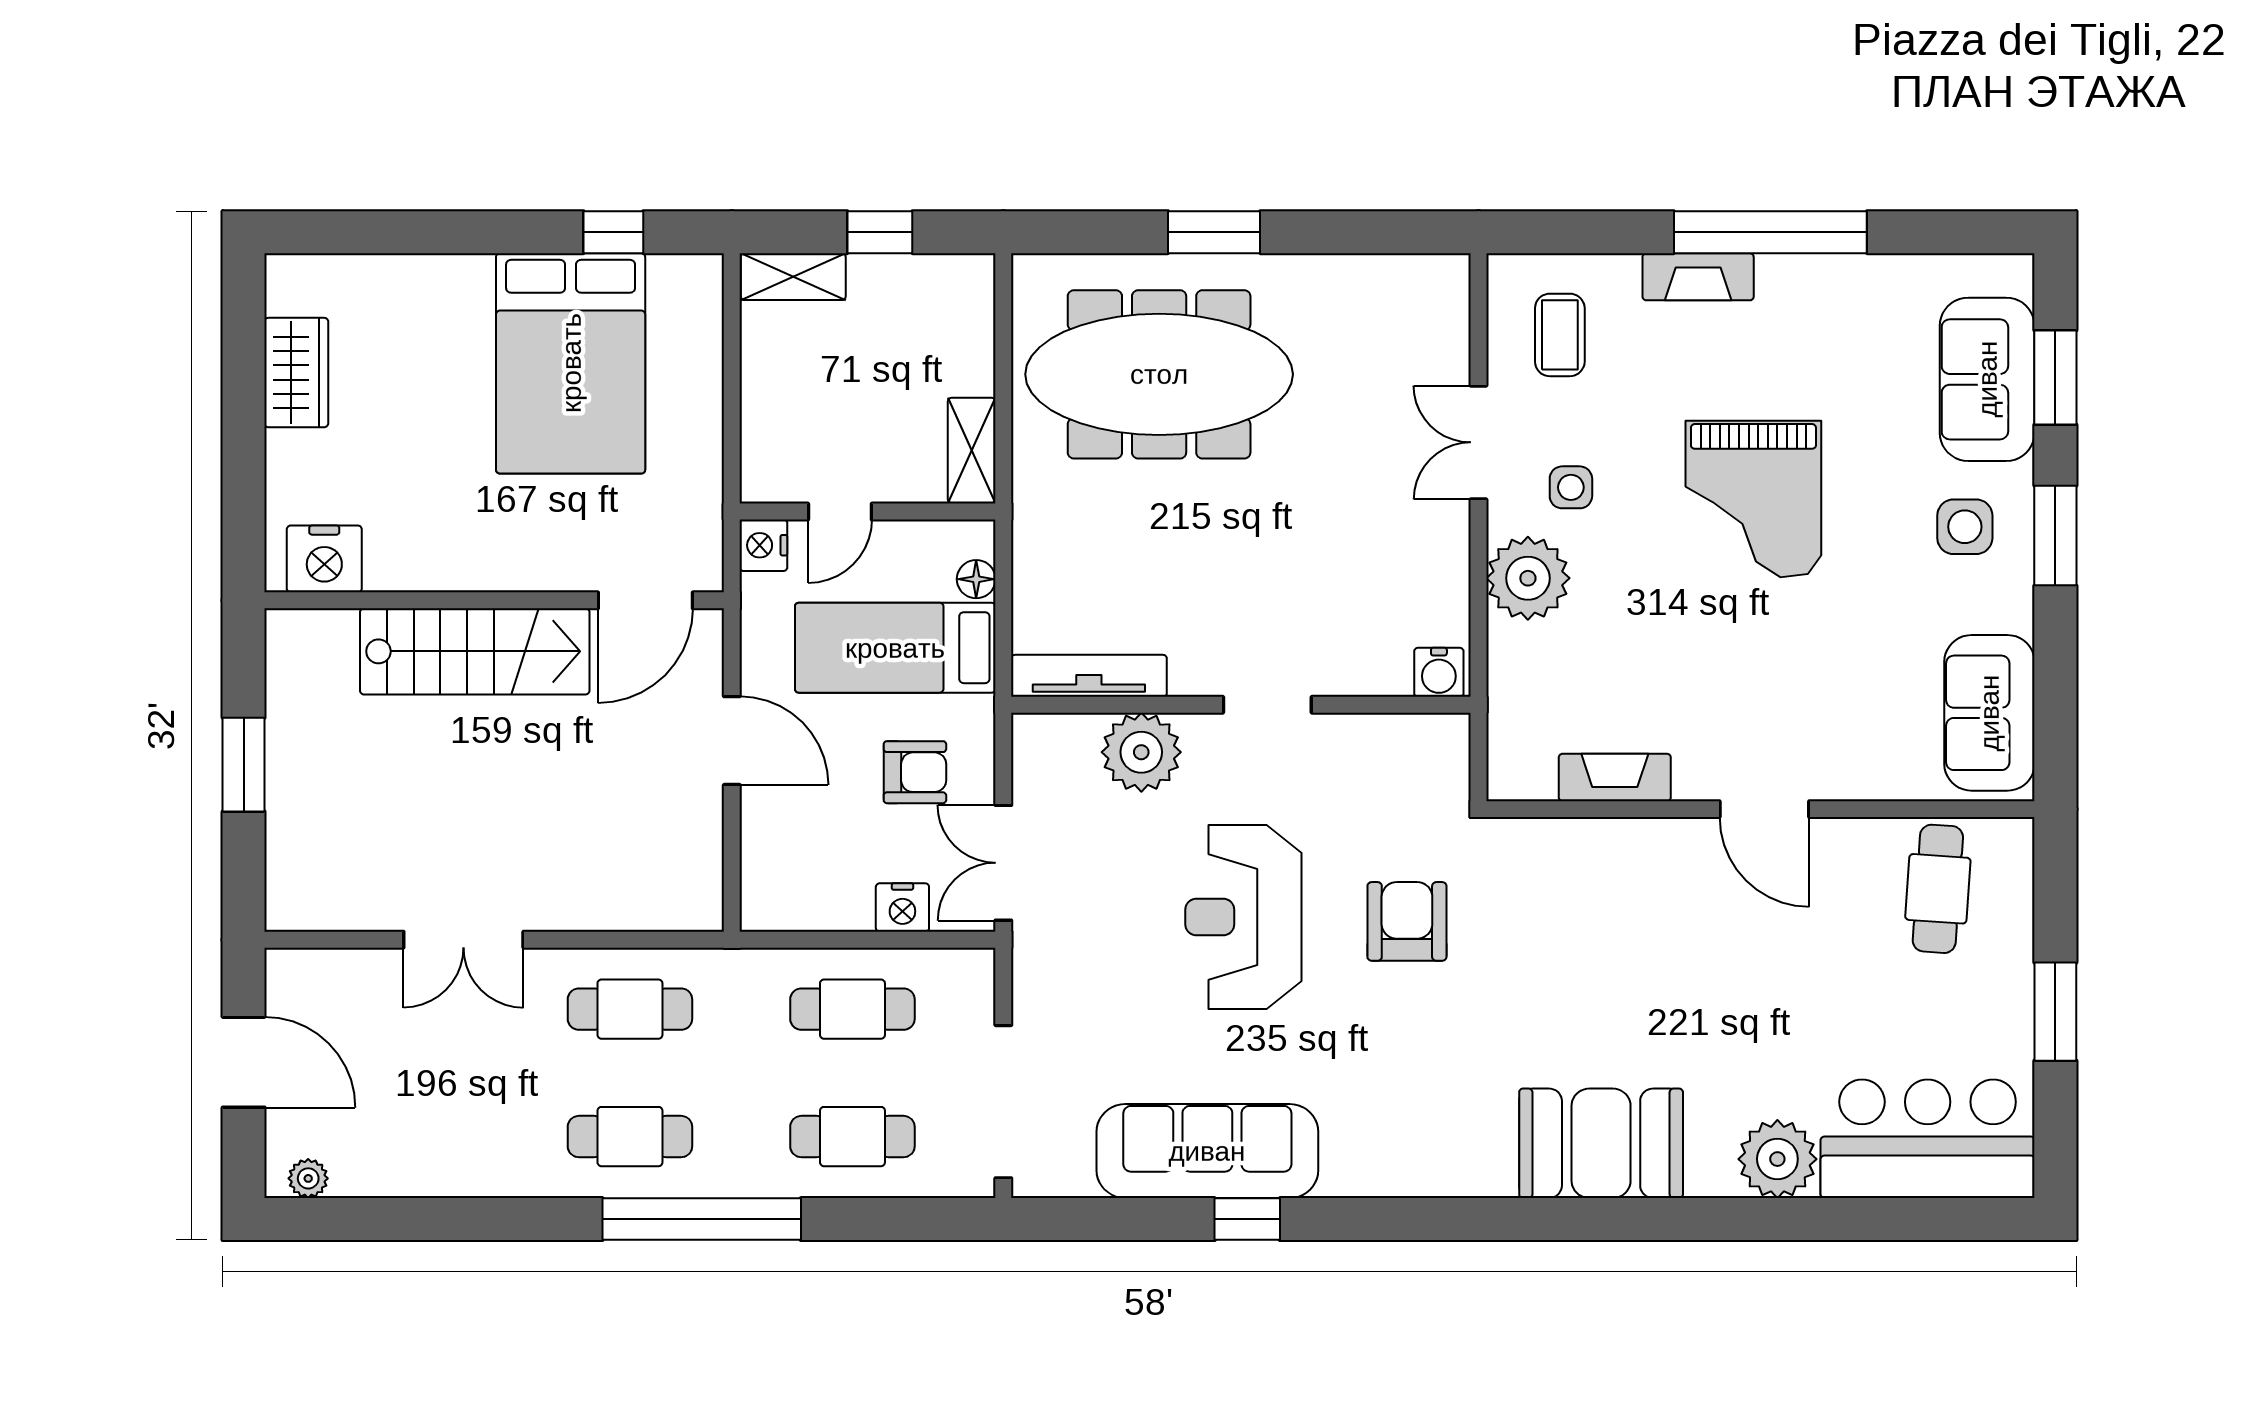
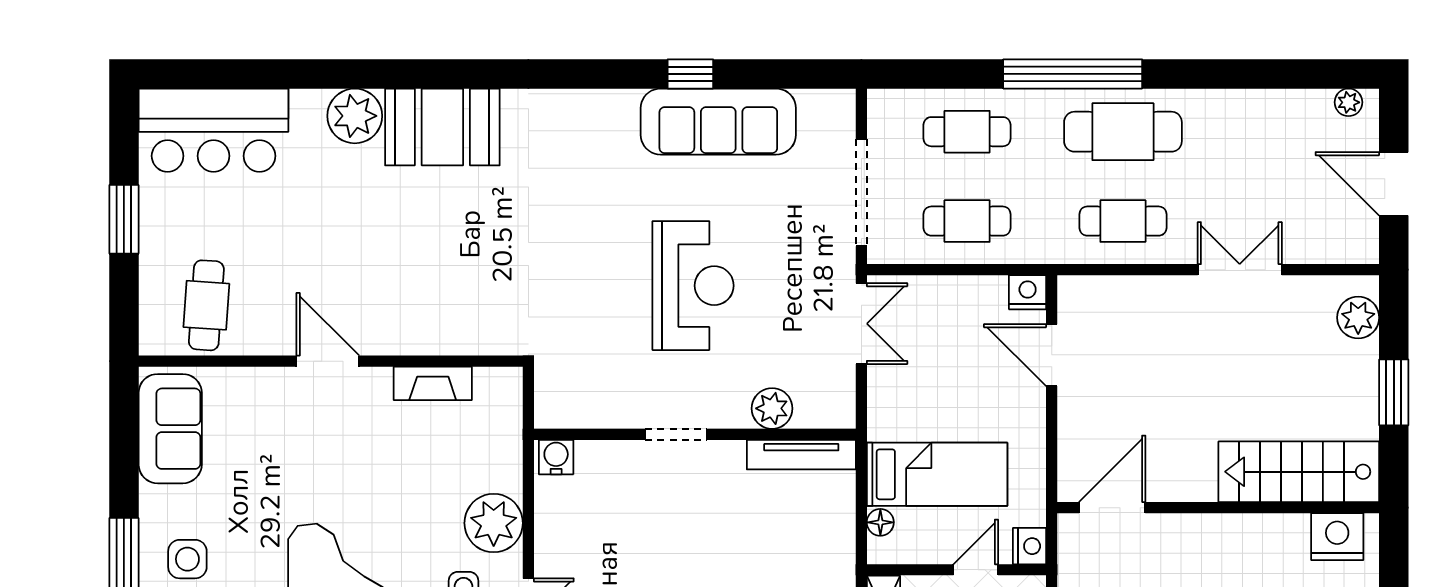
stairs: (475, 651) -> (1299, 472), moved
door: (732, 741) -> (1052, 355), moved
plant: (1141, 752) -> (772, 408), width x0.73, depth x0.73
armchair: (915, 772) -> (923, 387), removed
plant: (294, 871) -> (1358, 318), added
nightstand: (902, 907) -> (1028, 292), moved
armchair: (1407, 921) -> (578, 282), removed
doorway: (1003, 1102) -> (861, 193), moved
cafe table: (630, 1137) -> (1123, 132), width x1.37, depth x1.35
plant: (1777, 1159) -> (355, 116), moved

